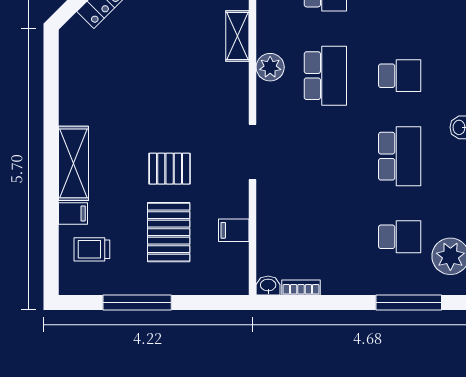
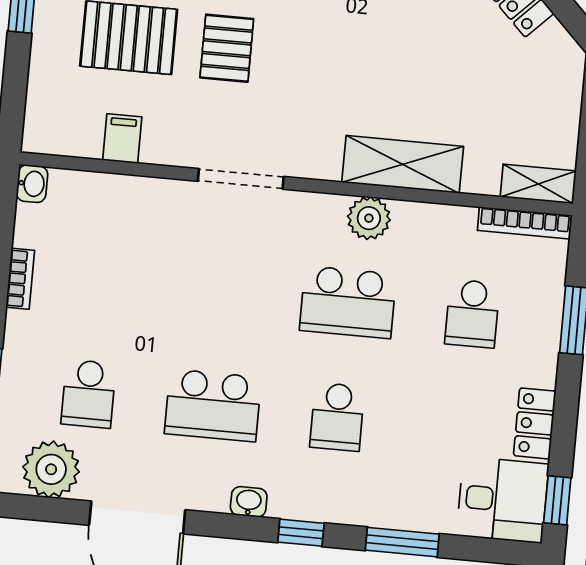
shelving: (237, 36) -> (403, 164), width x1.50, depth x1.33
bookcase: (301, 287) -> (20, 279), moved

